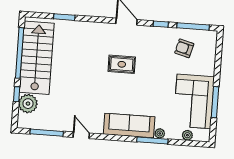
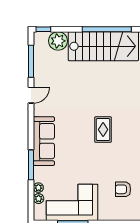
armchair: (184, 48) -> (123, 189), turned -105
window: (17, 94) -> (43, 29), moved
plant: (160, 133) -> (38, 188), moved

